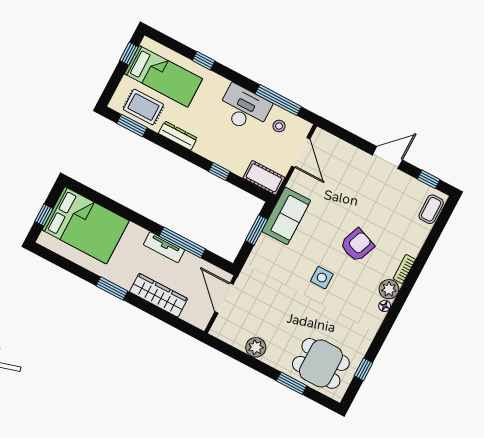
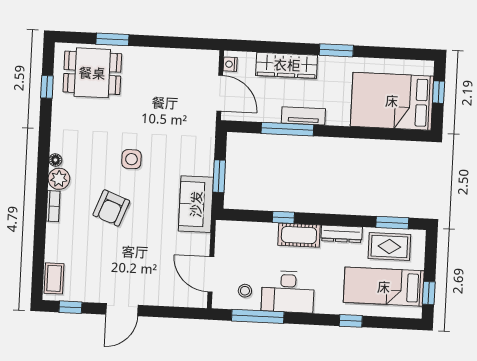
cot: (264, 178) -> (299, 235), moved
nightstand: (204, 318) -> (230, 64), added
plant: (256, 347) -> (165, 59), removed

